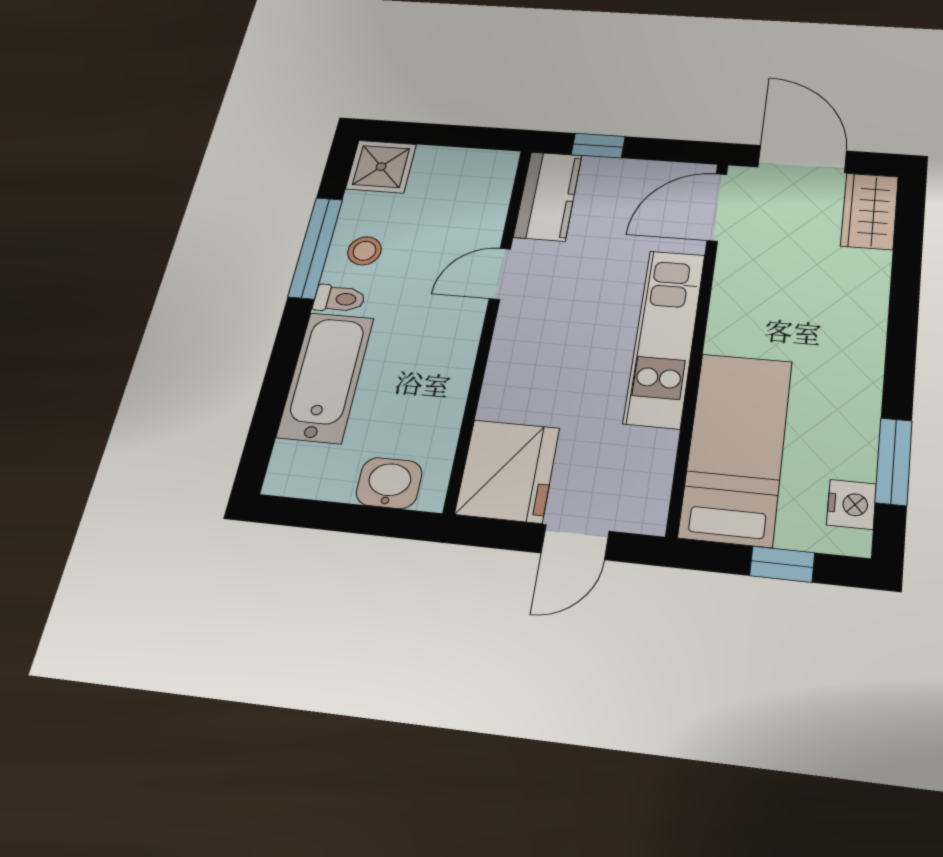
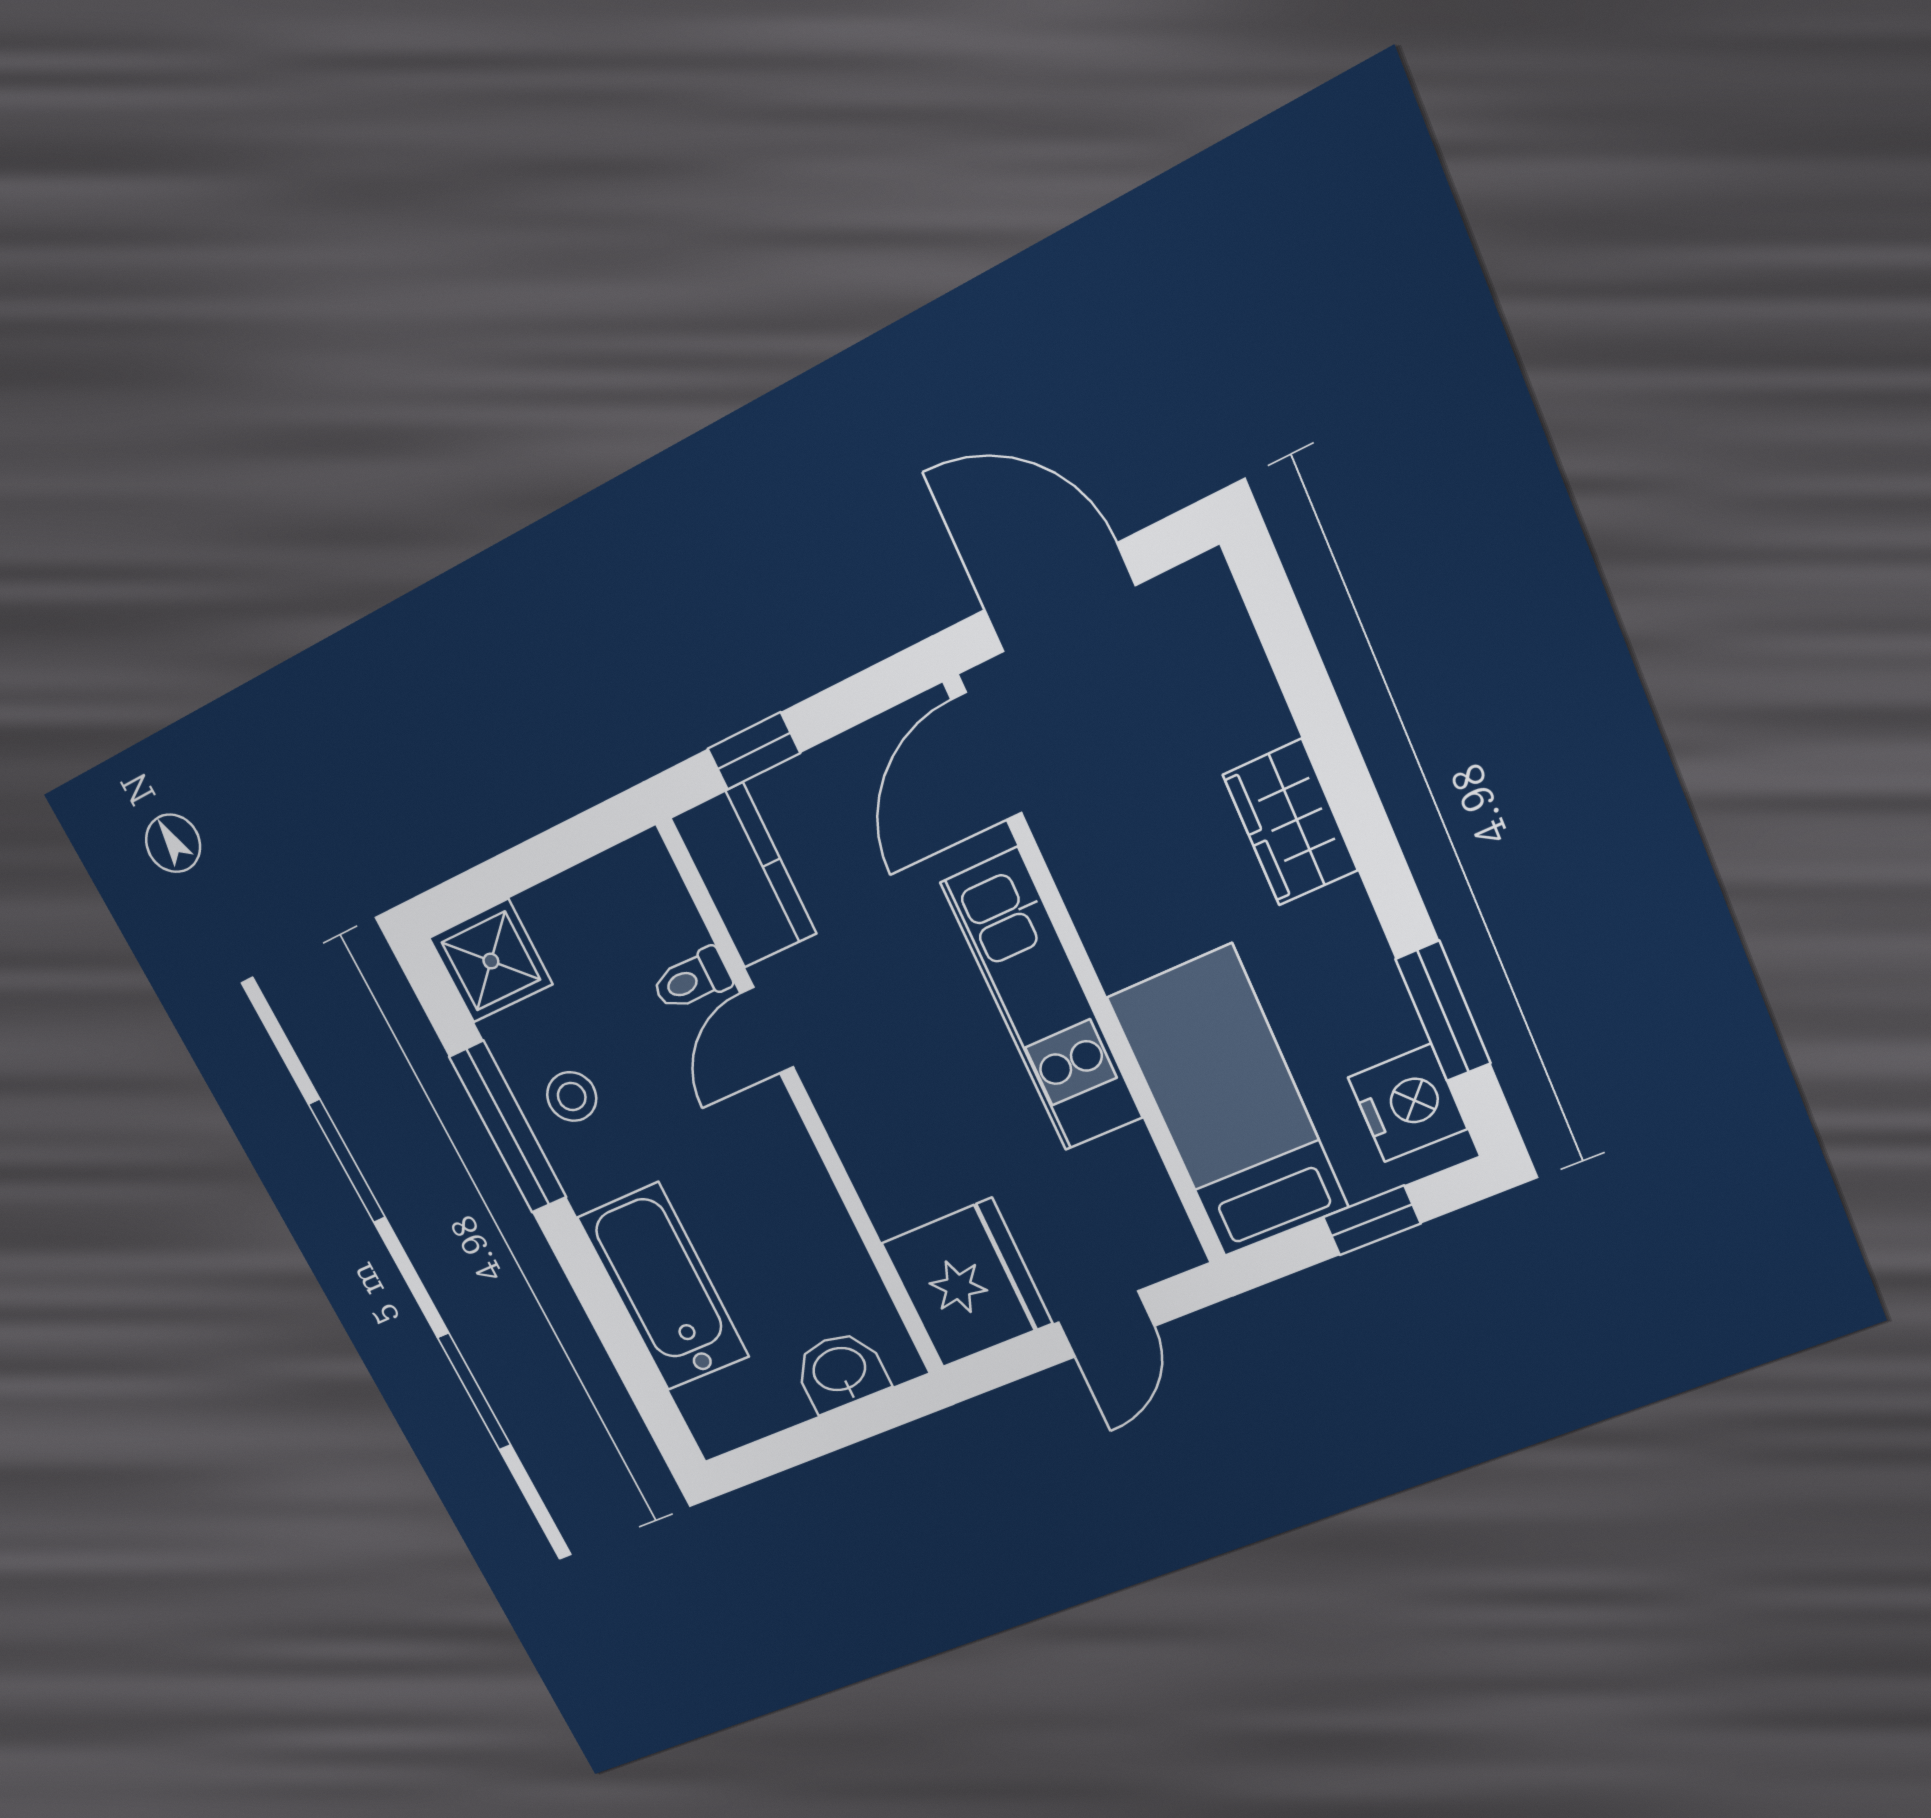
wardrobe: (870, 211) -> (1290, 823), moved
toilet: (339, 299) -> (692, 980), moved, turned 180
nightstand: (852, 504) -> (1408, 1103), width x1.36, depth x1.33

